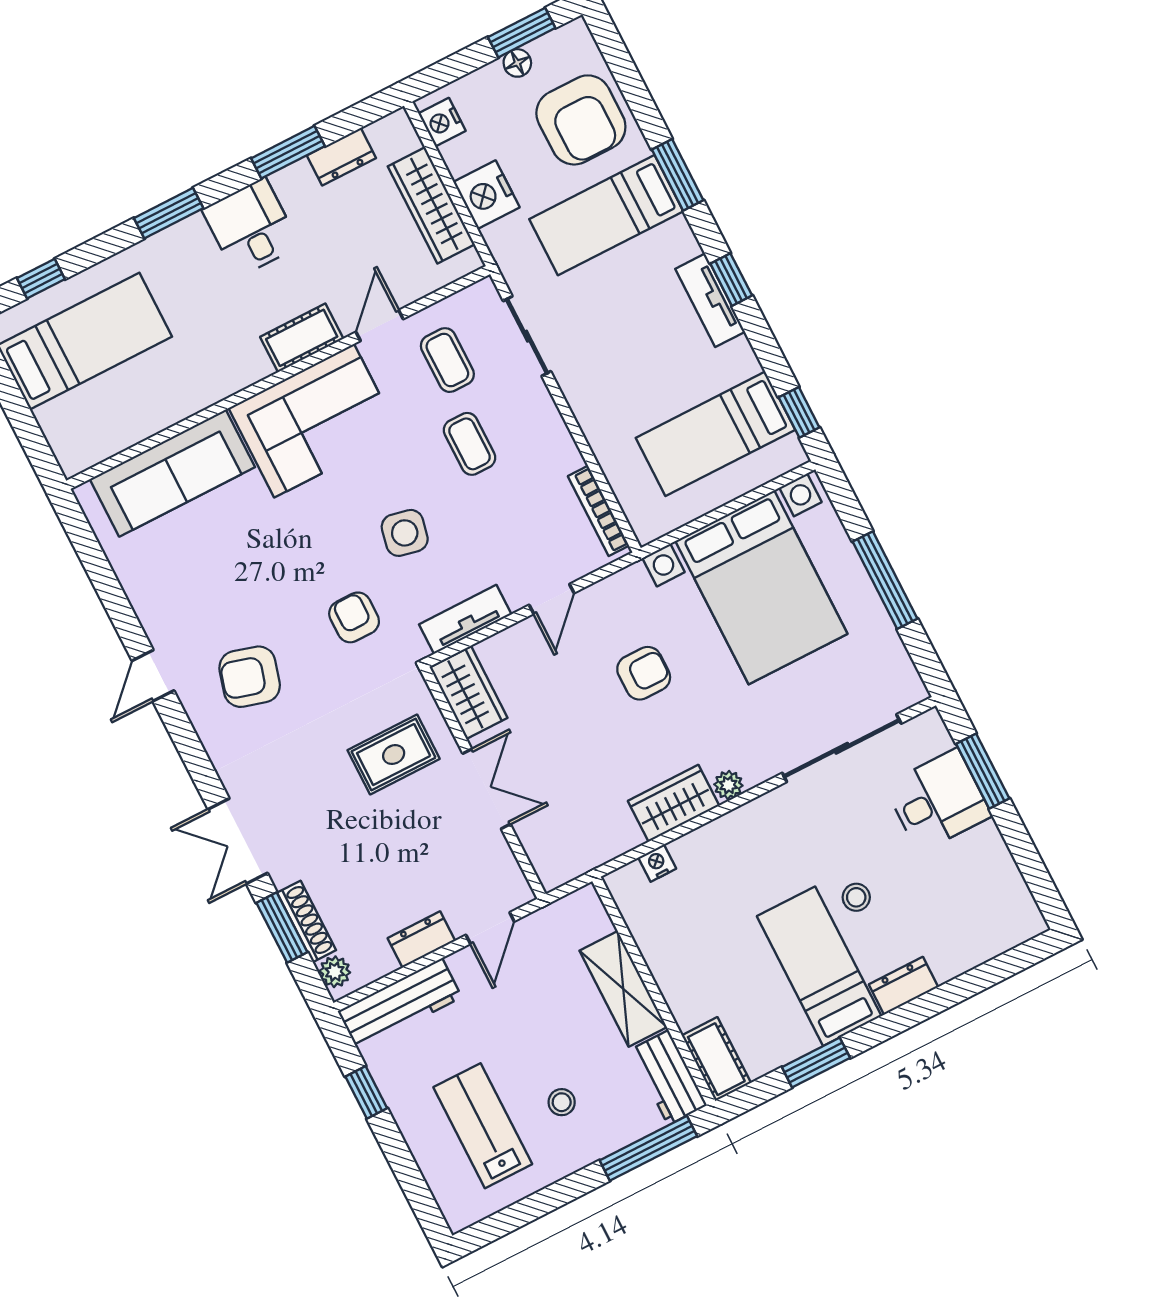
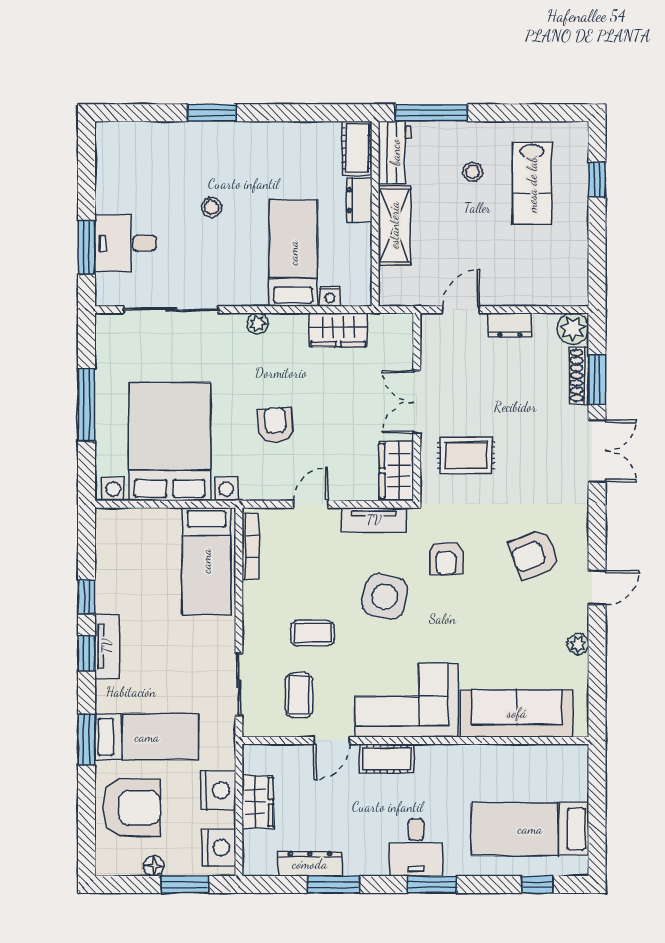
window: (522, 33) -> (185, 885), moved
armchair: (581, 120) -> (131, 808), turned 90
nightstand: (442, 122) -> (219, 848), width x1.36, depth x1.33
dresser: (341, 157) -> (310, 864), width x1.44
wardrobe: (431, 205) -> (258, 802), width x0.67
desk: (251, 228) -> (416, 848), moved
window: (799, 412) -> (87, 597), moved
bed: (715, 434) -> (206, 561), moved, turned 90
coffee table: (469, 444) -> (313, 633), turned 90
side table: (405, 533) -> (385, 597), width x1.37, depth x1.37
plant: (141, 595) -> (578, 644), added
armchair: (644, 673) -> (275, 425), turned 86
armchair: (250, 677) -> (534, 554), turned 143
wardrobe: (674, 803) -> (338, 330), moved
bed: (819, 966) -> (293, 253), moved, turned 180
plant: (335, 972) -> (573, 329), width x1.38, depth x1.38
dresser: (904, 986) -> (359, 200), moved, turned 90
workbench: (400, 1004) -> (546, 290), removed
window: (816, 1062) -> (212, 113), moved
window: (366, 1092) -> (597, 180), moved

